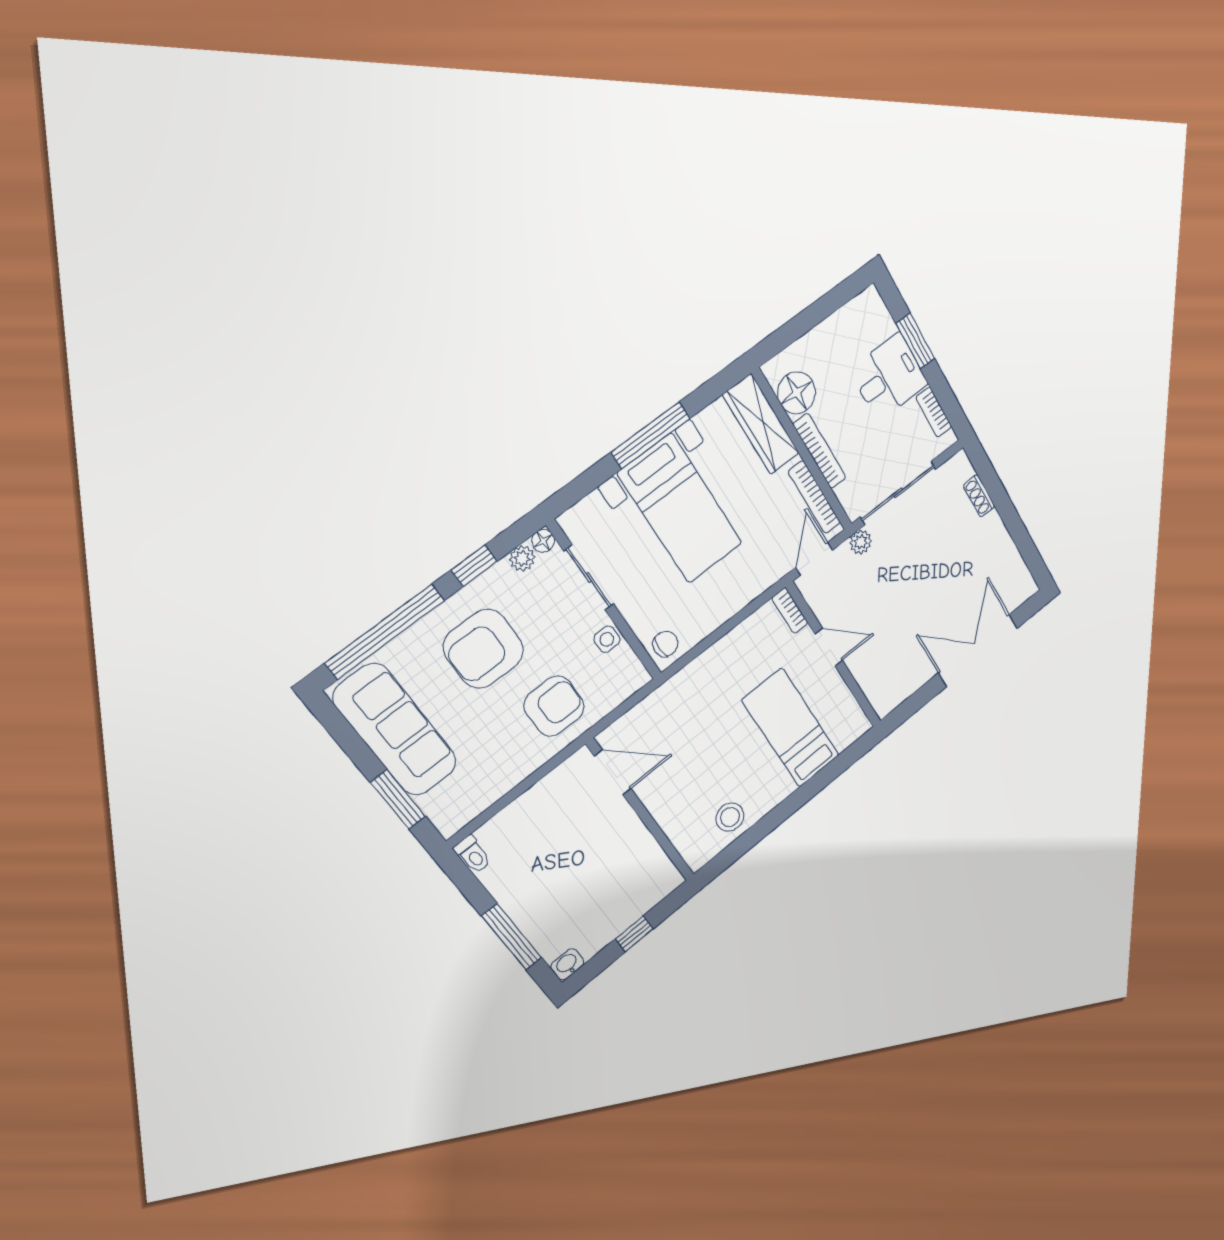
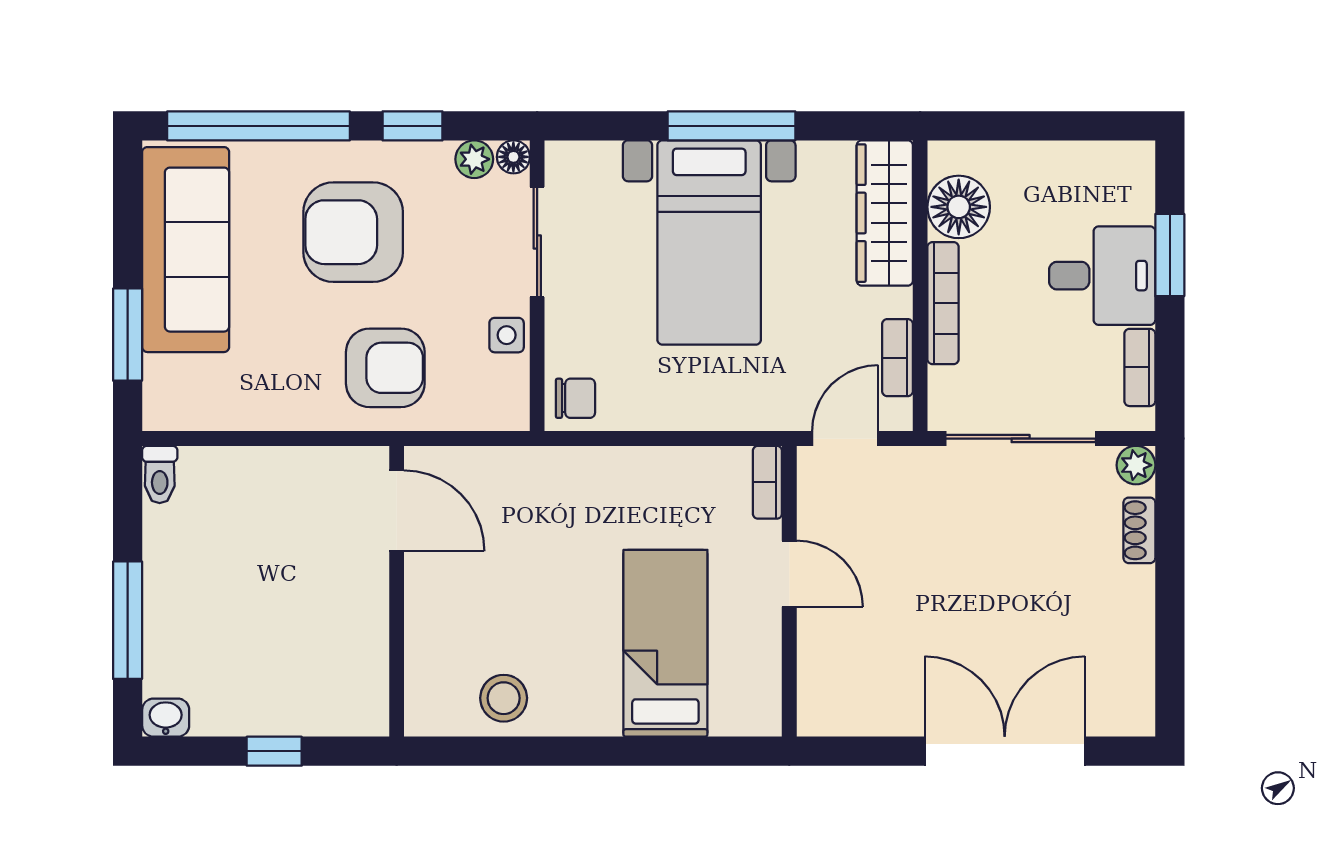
bookcase: (814, 497) -> (897, 358), width x0.64
plant: (861, 542) -> (1136, 465), moved

